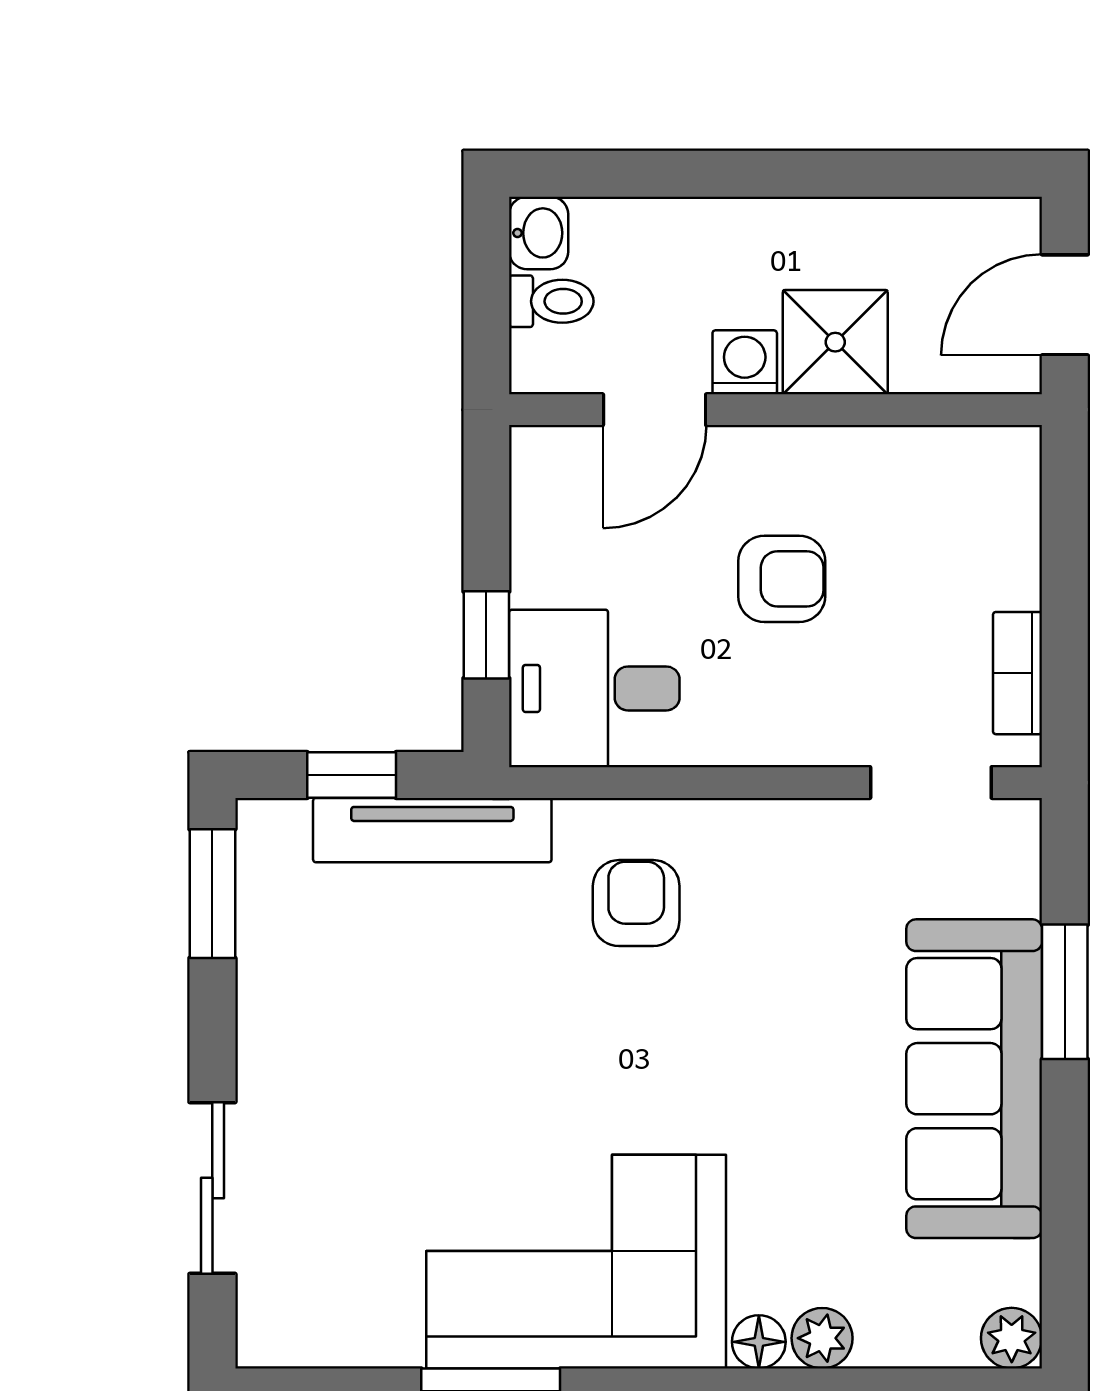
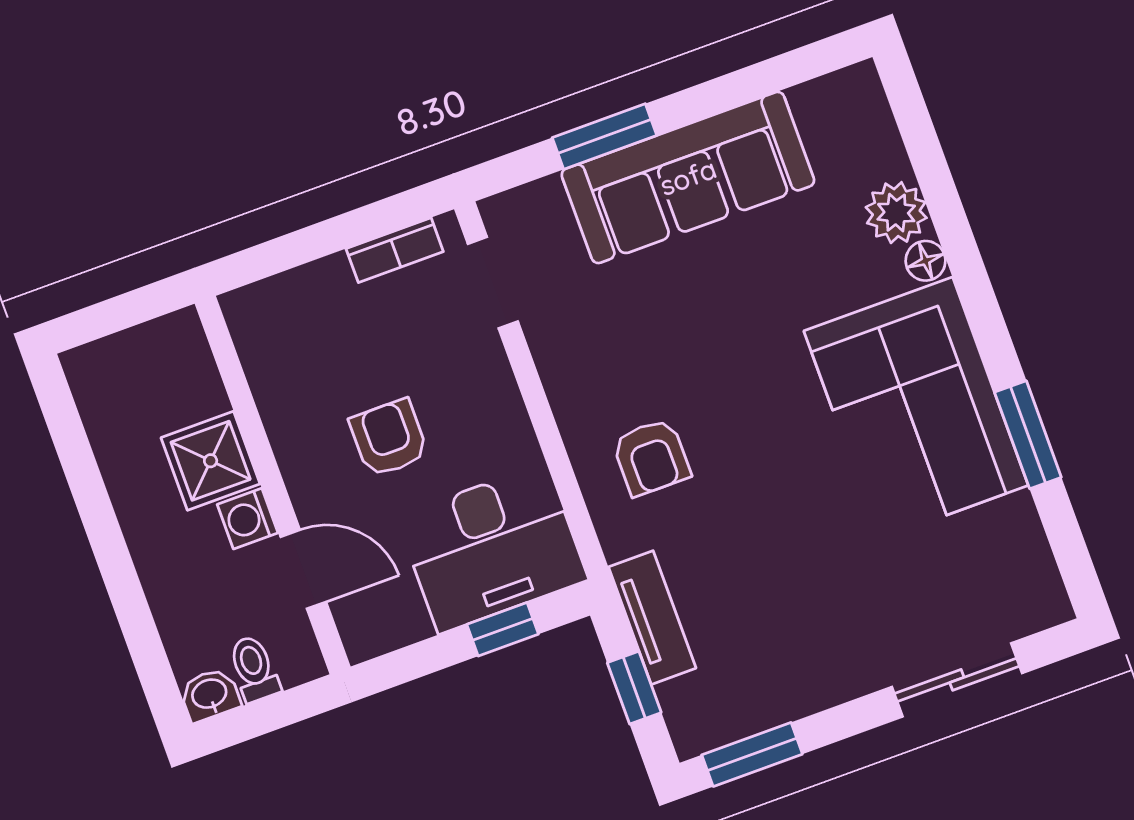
door: (1065, 305) -> (127, 310), removed
desk: (594, 688) -> (492, 548), width x1.37
tv unit: (432, 830) -> (652, 618), width x0.71
armchair: (636, 903) -> (651, 457), turned -90
plant: (822, 1338) -> (896, 213), width x1.38, depth x1.38
plant: (1012, 1338) -> (859, 86), removed

